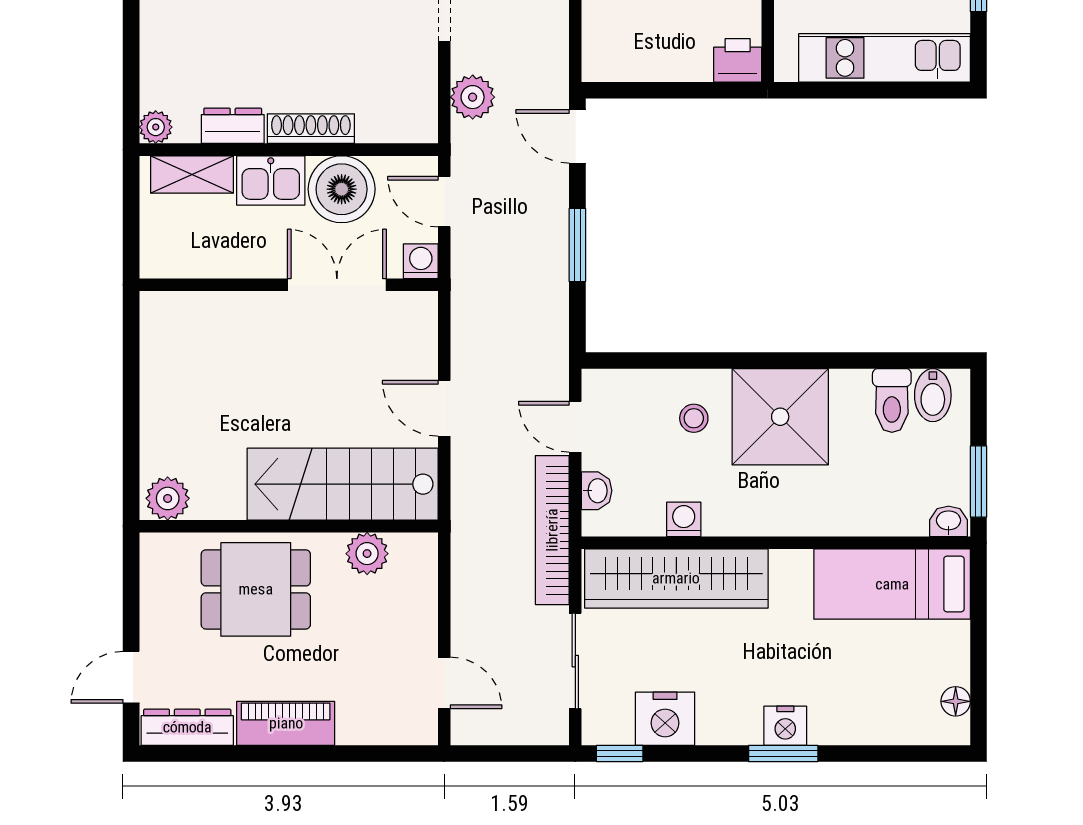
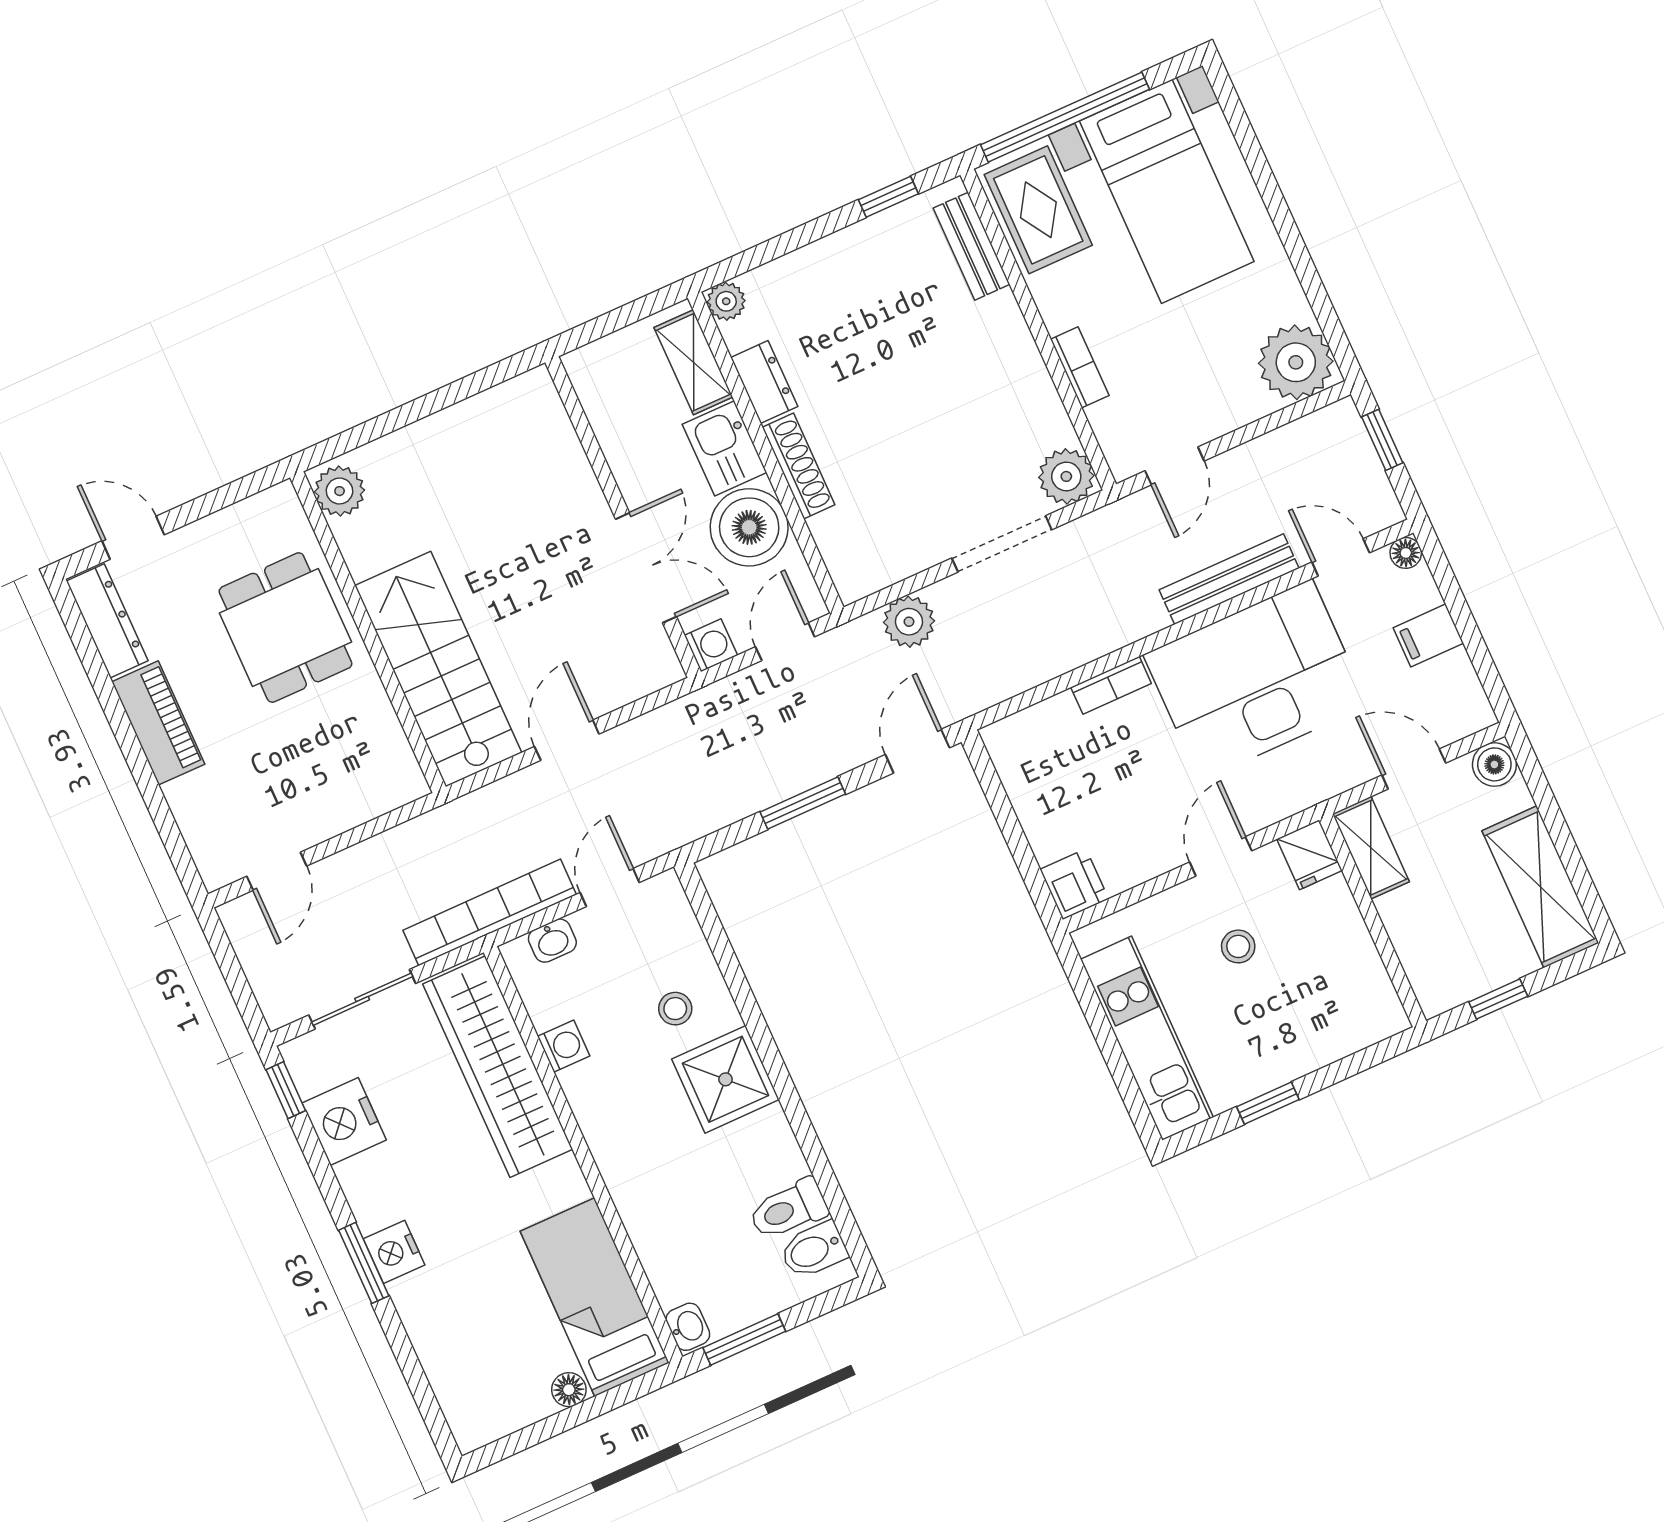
shower: (780, 417) -> (726, 1079), width x0.73, depth x0.73
plant: (367, 554) -> (376, 728), removed
floor lamp: (956, 701) -> (569, 1390), moved

